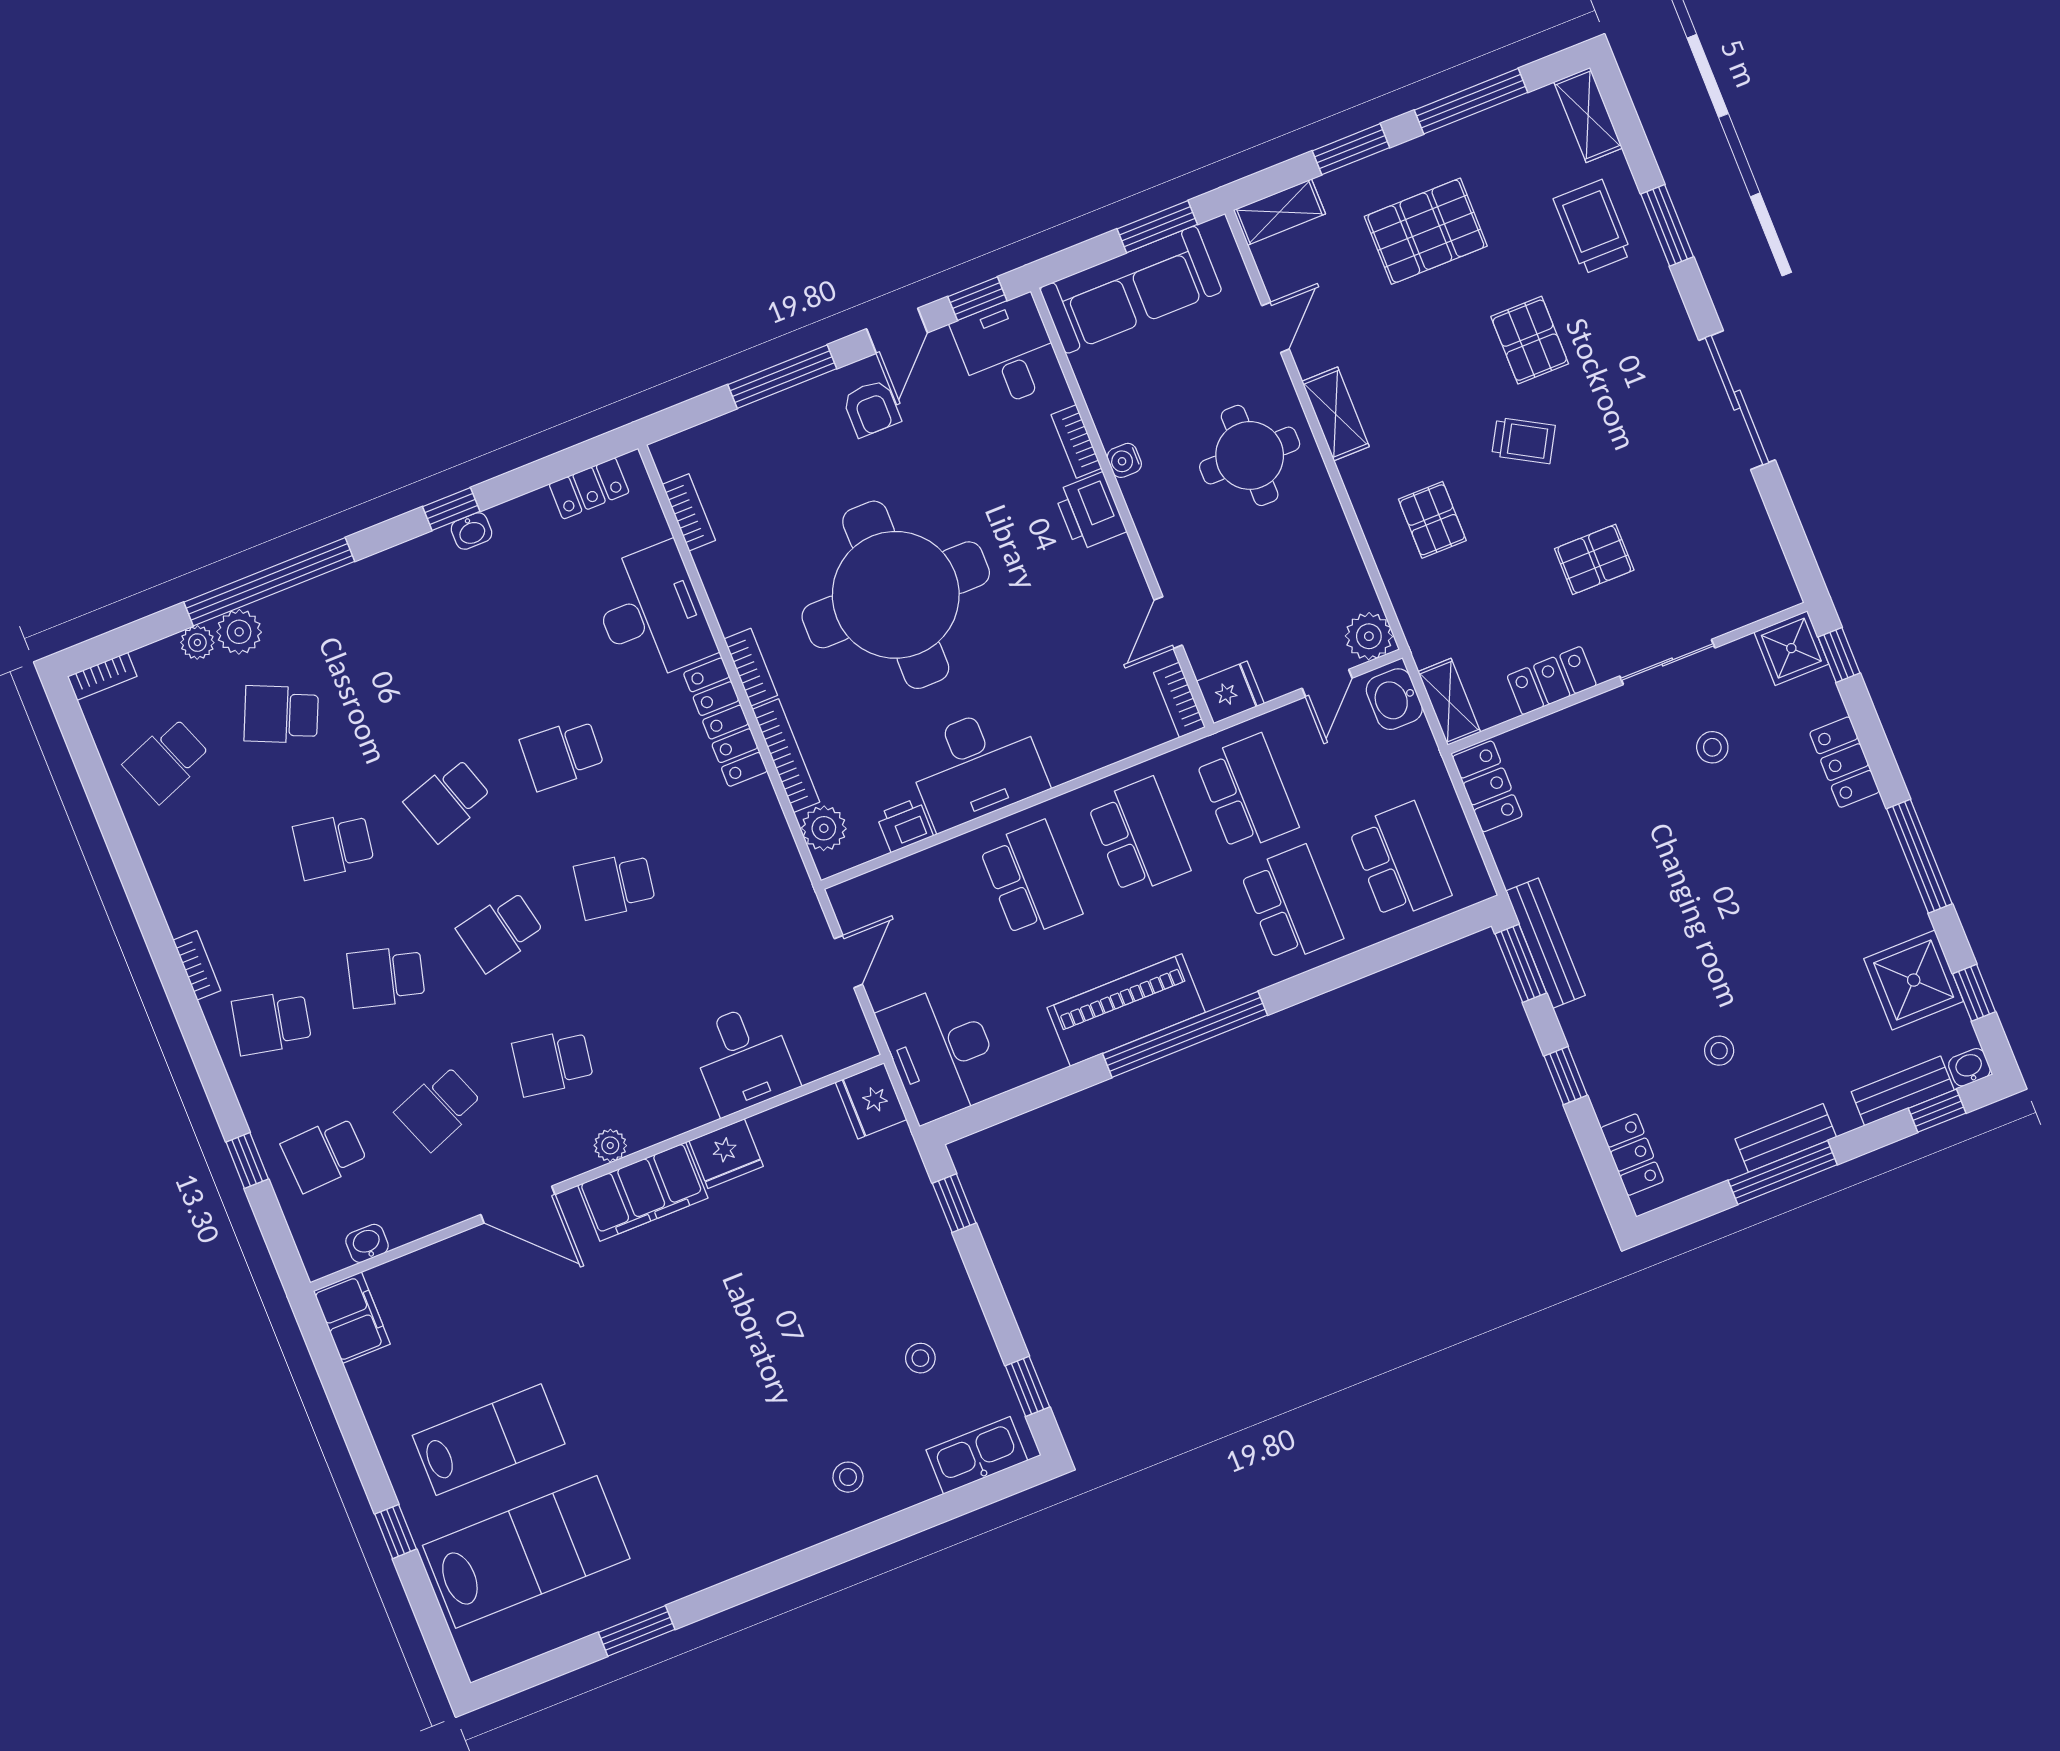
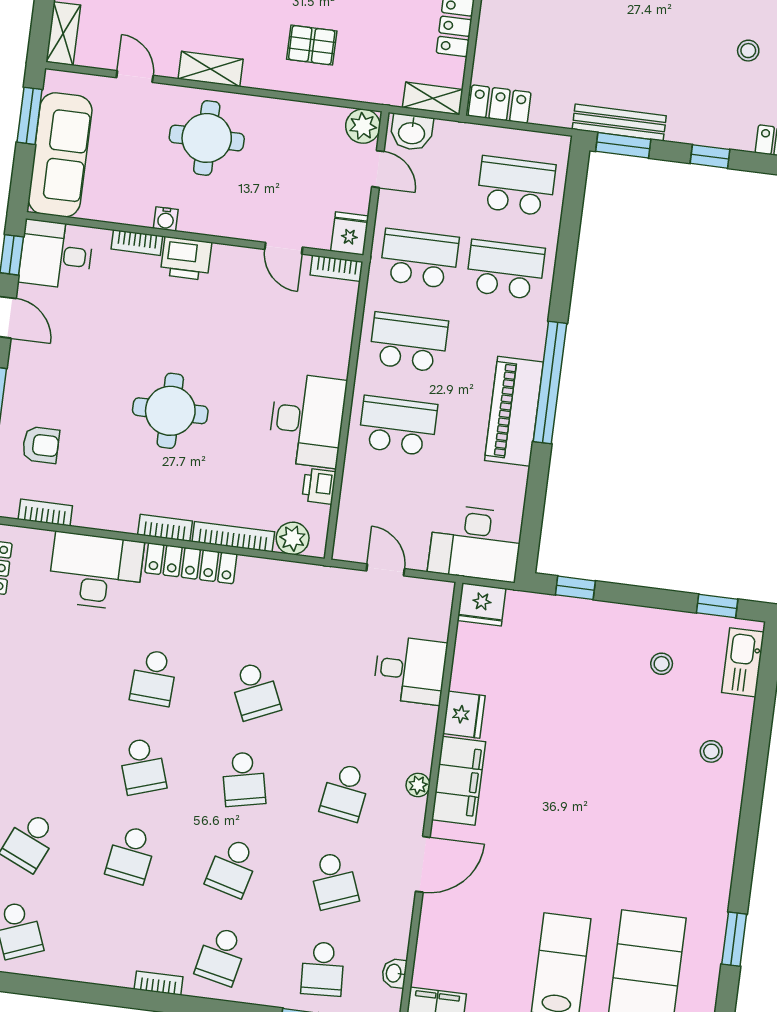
armchair: (871, 408) -> (41, 445), moved
round table: (896, 595) -> (170, 411), width x0.54, depth x0.54
school desk: (615, 885) -> (255, 691), turned -33

